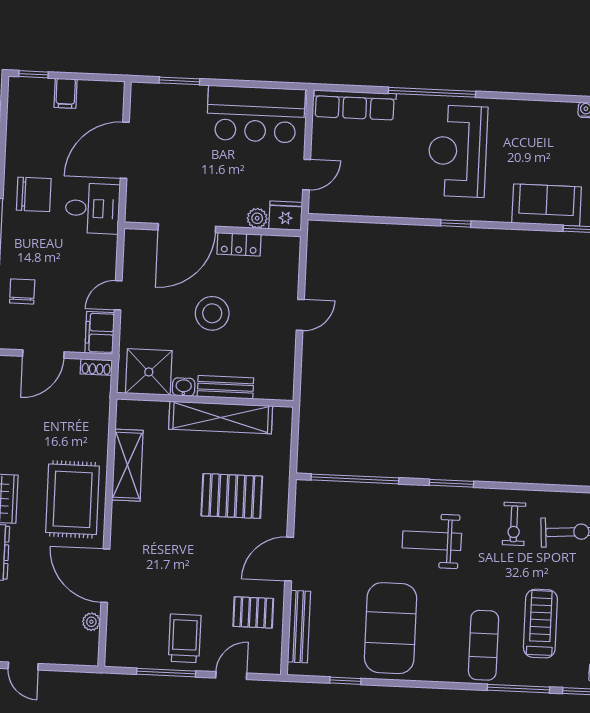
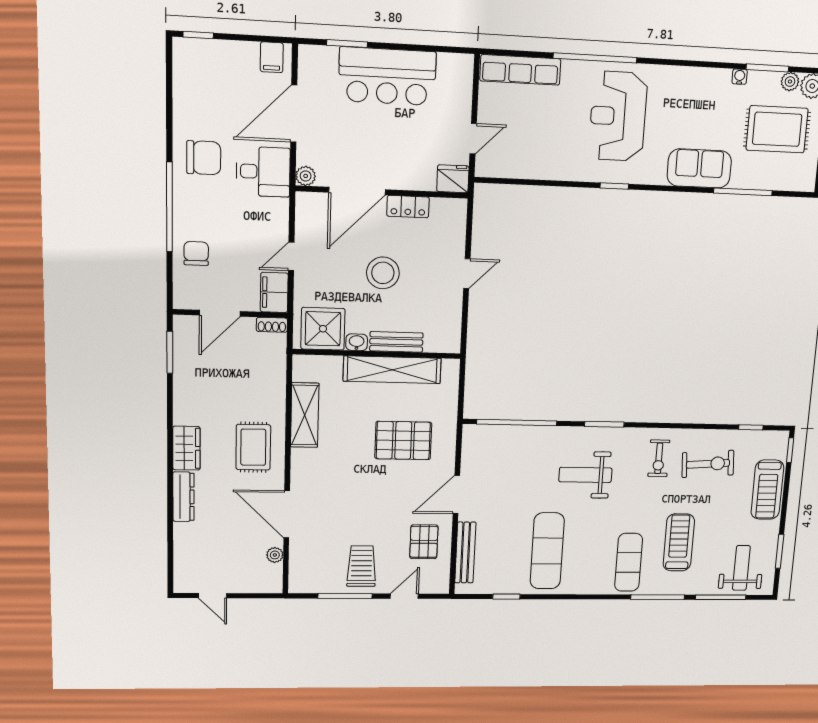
filing cabinet: (66, 93) -> (272, 57), moved
bar counter: (256, 114) -> (387, 76), moved
plant: (257, 218) -> (306, 176), moved
rug: (73, 499) -> (253, 447), width x0.73, depth x0.70
pallet: (253, 612) -> (424, 542), turned 90
exercise mat: (391, 628) -> (547, 551), width x0.68

